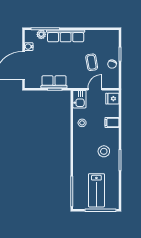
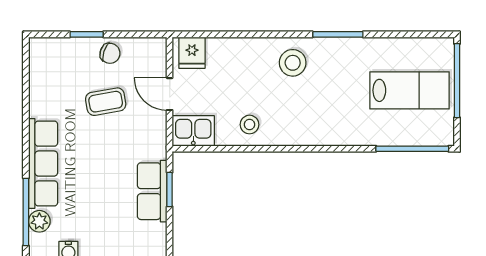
filing cabinet: (112, 123) -> (249, 54), removed
stool: (104, 151) -> (293, 63), moved

